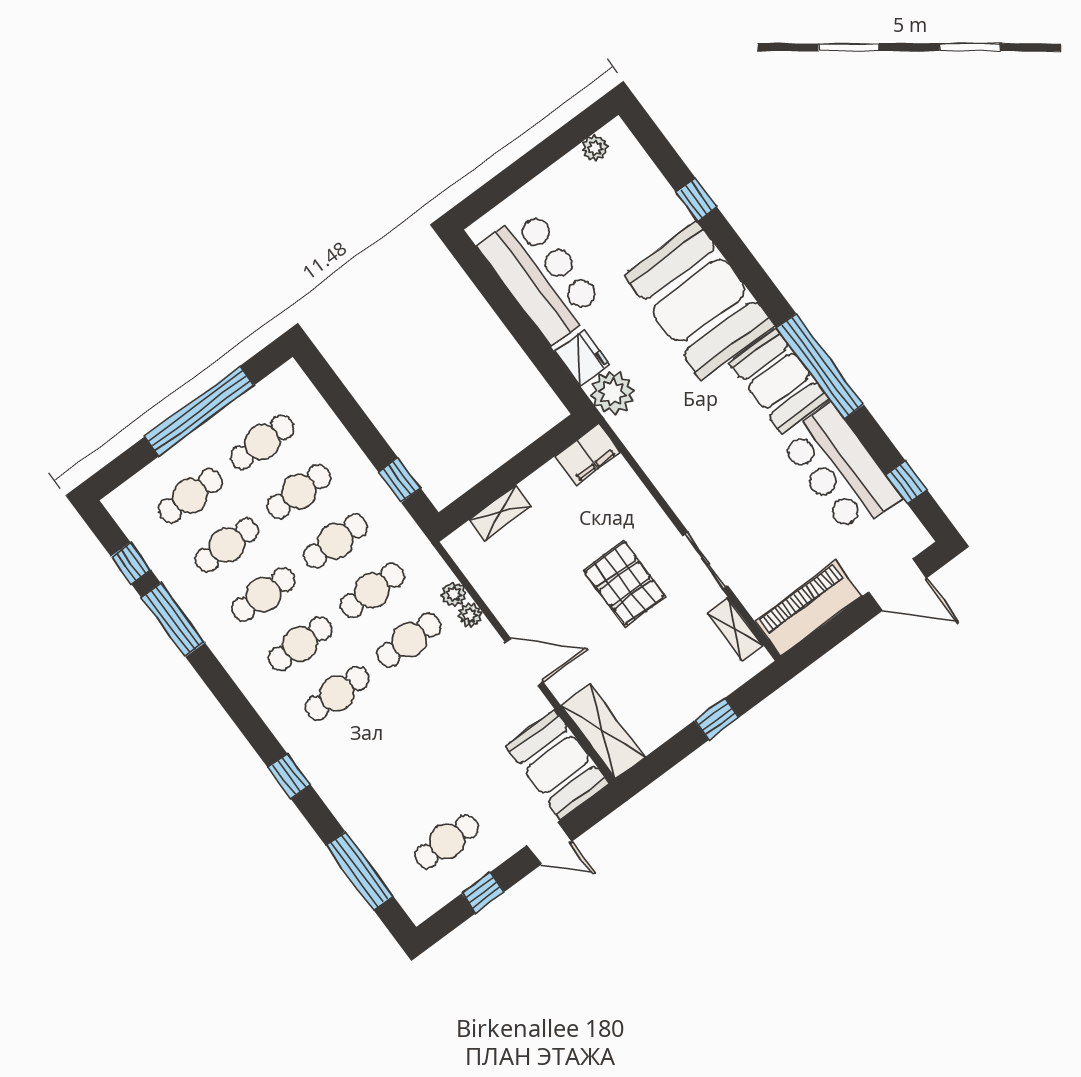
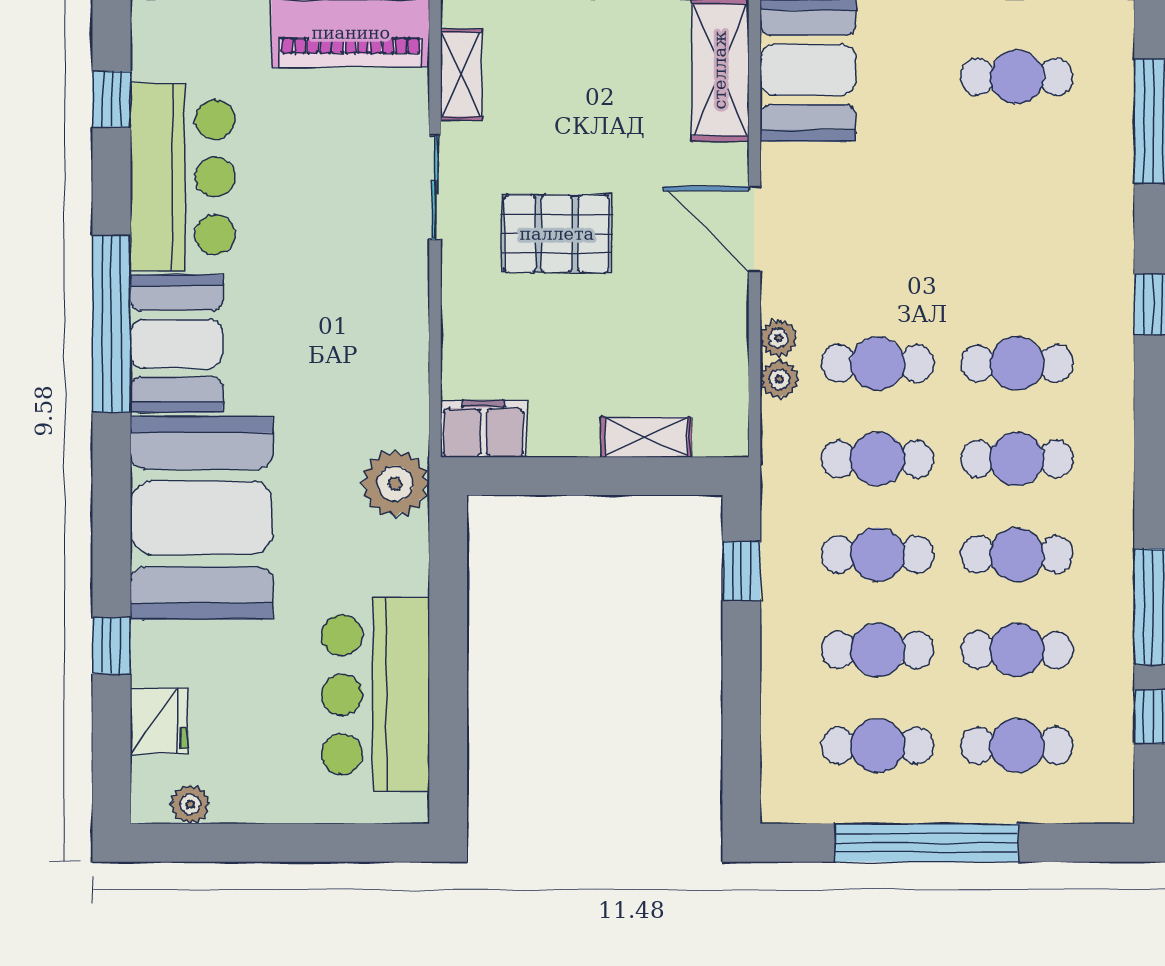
fridge: (582, 358) -> (159, 721), moved, turned 180
pallet: (625, 584) -> (557, 234), turned 90

